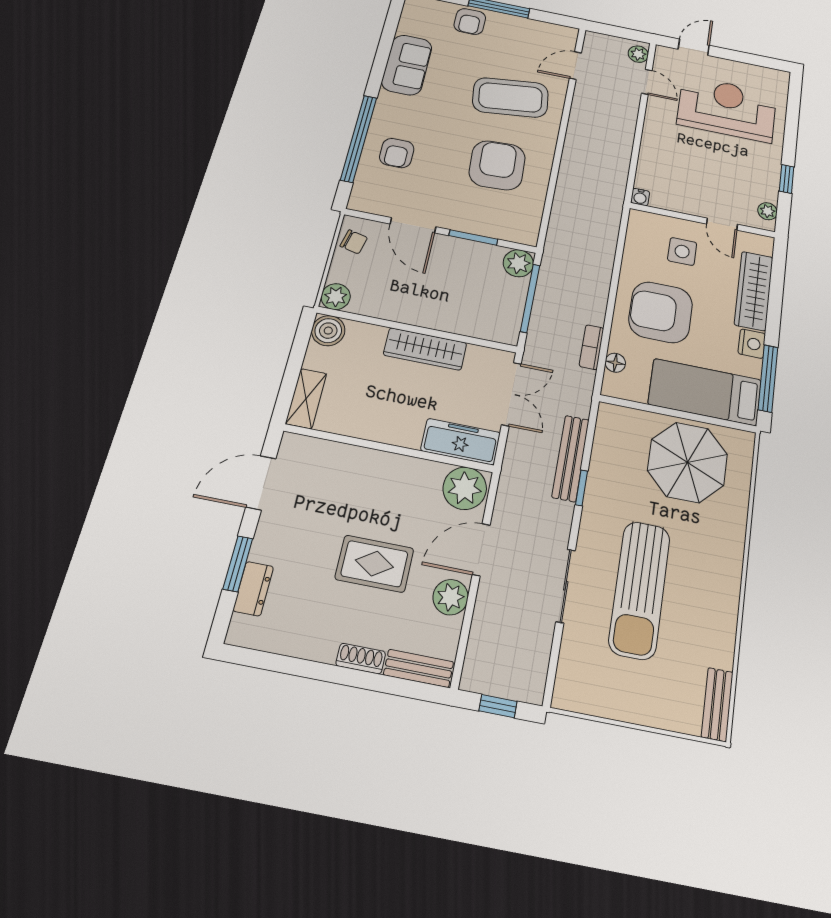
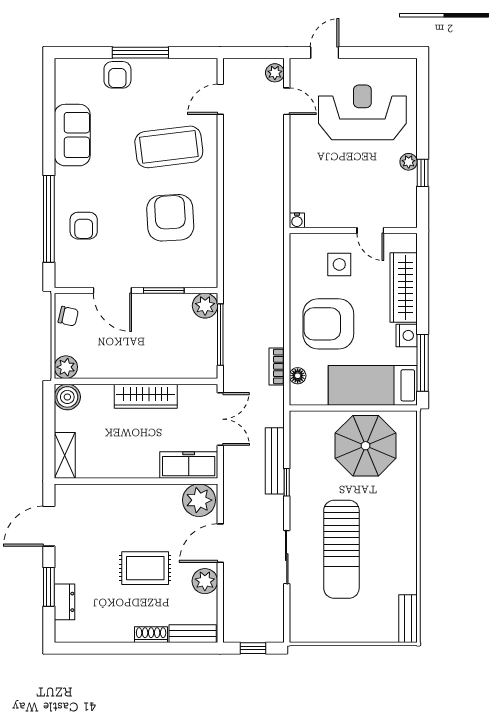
plant: (768, 211) -> (409, 162), moved

